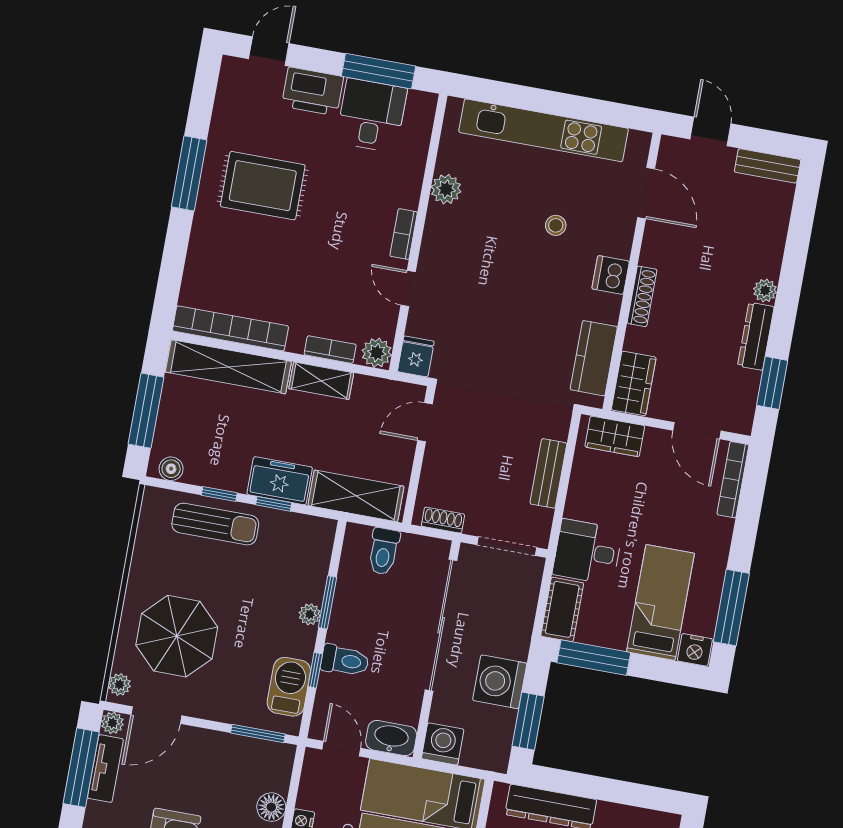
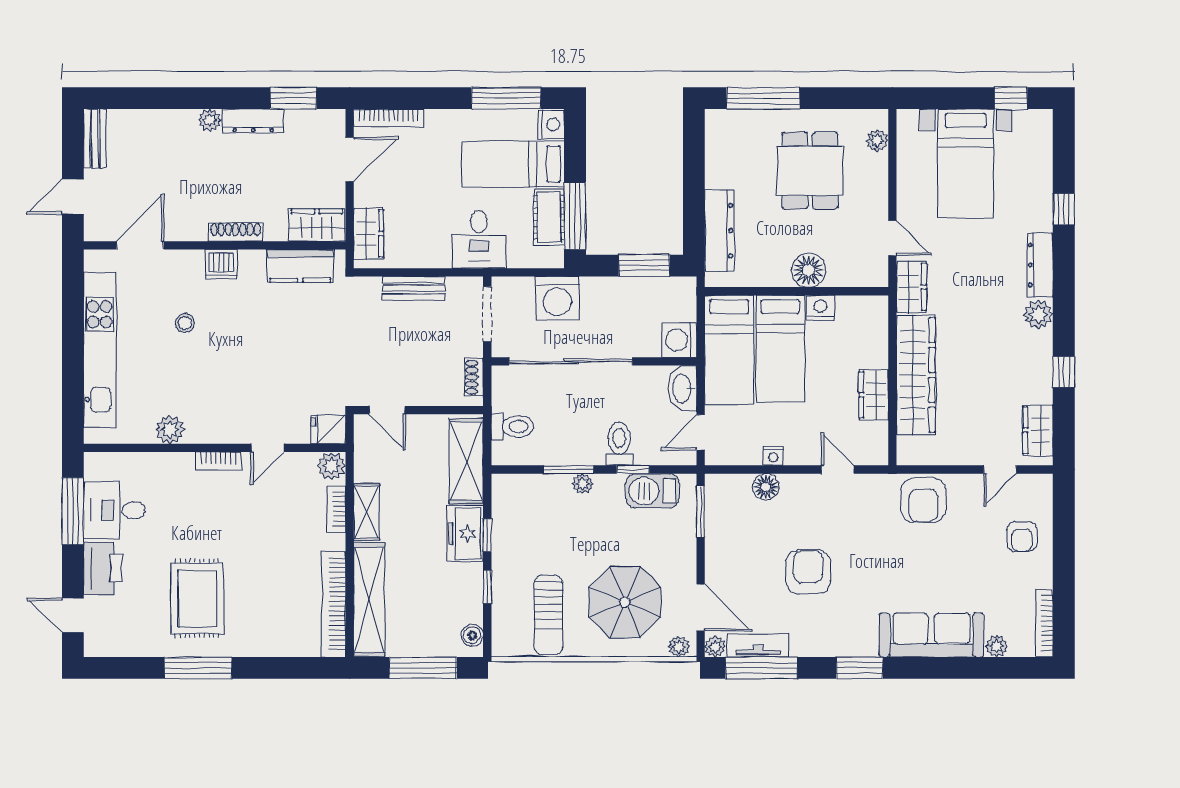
sun lounger: (215, 524) -> (548, 615), moved, turned 180
cot: (562, 609) -> (549, 217), moved, turned 90
washing machine: (500, 682) -> (557, 298), moved

